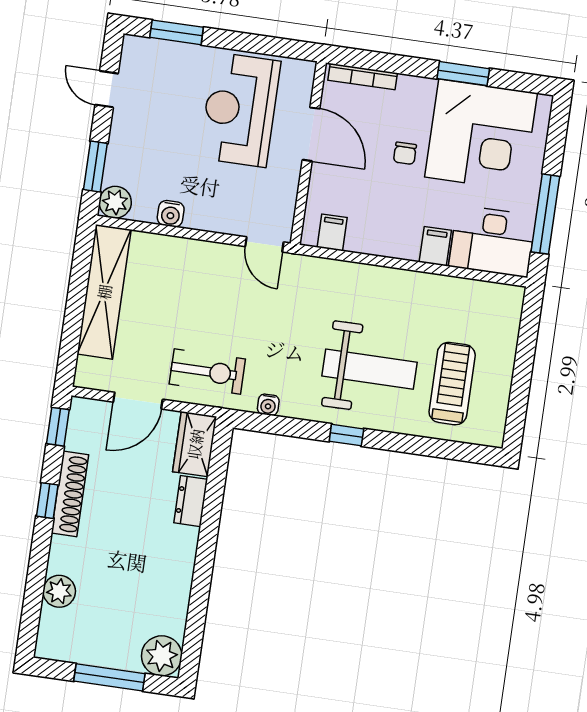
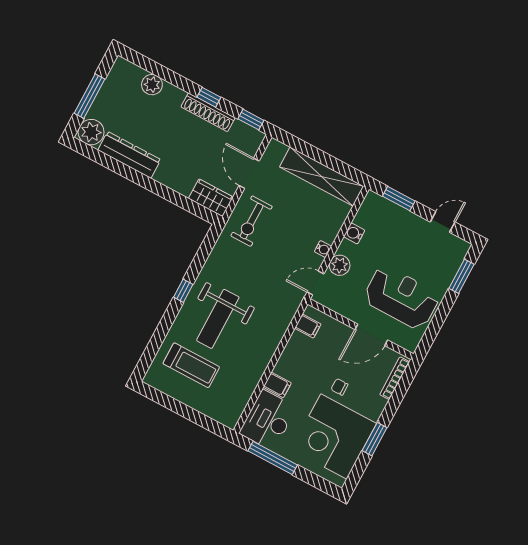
plant: (115, 202) -> (340, 265), moved
water cooler: (268, 405) -> (323, 249), moved, turned 180
dresser: (191, 501) -> (129, 155), moved, width x1.96, depth x1.24

